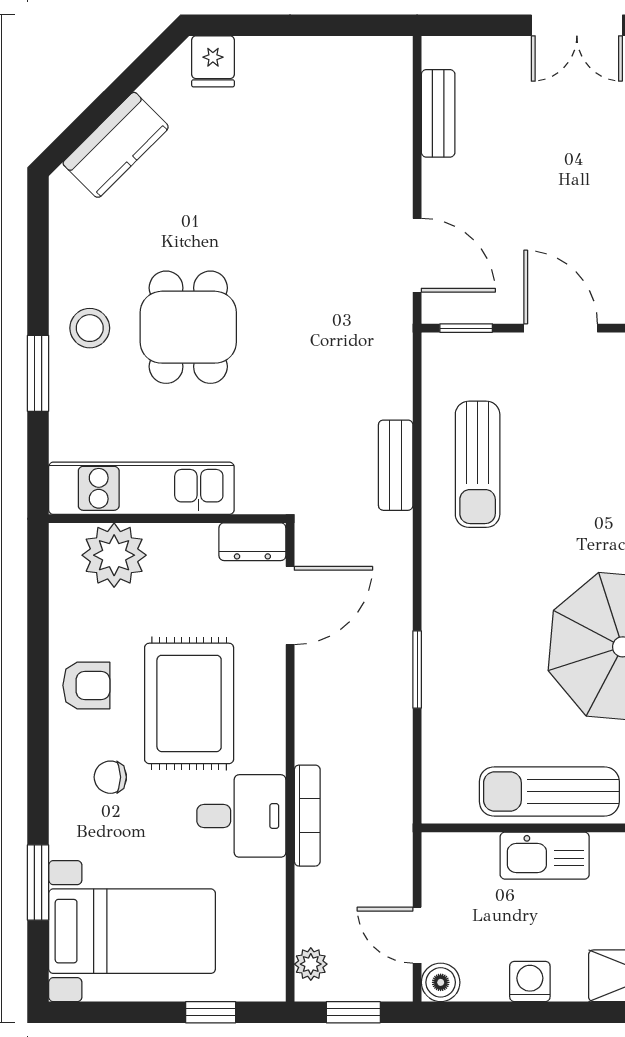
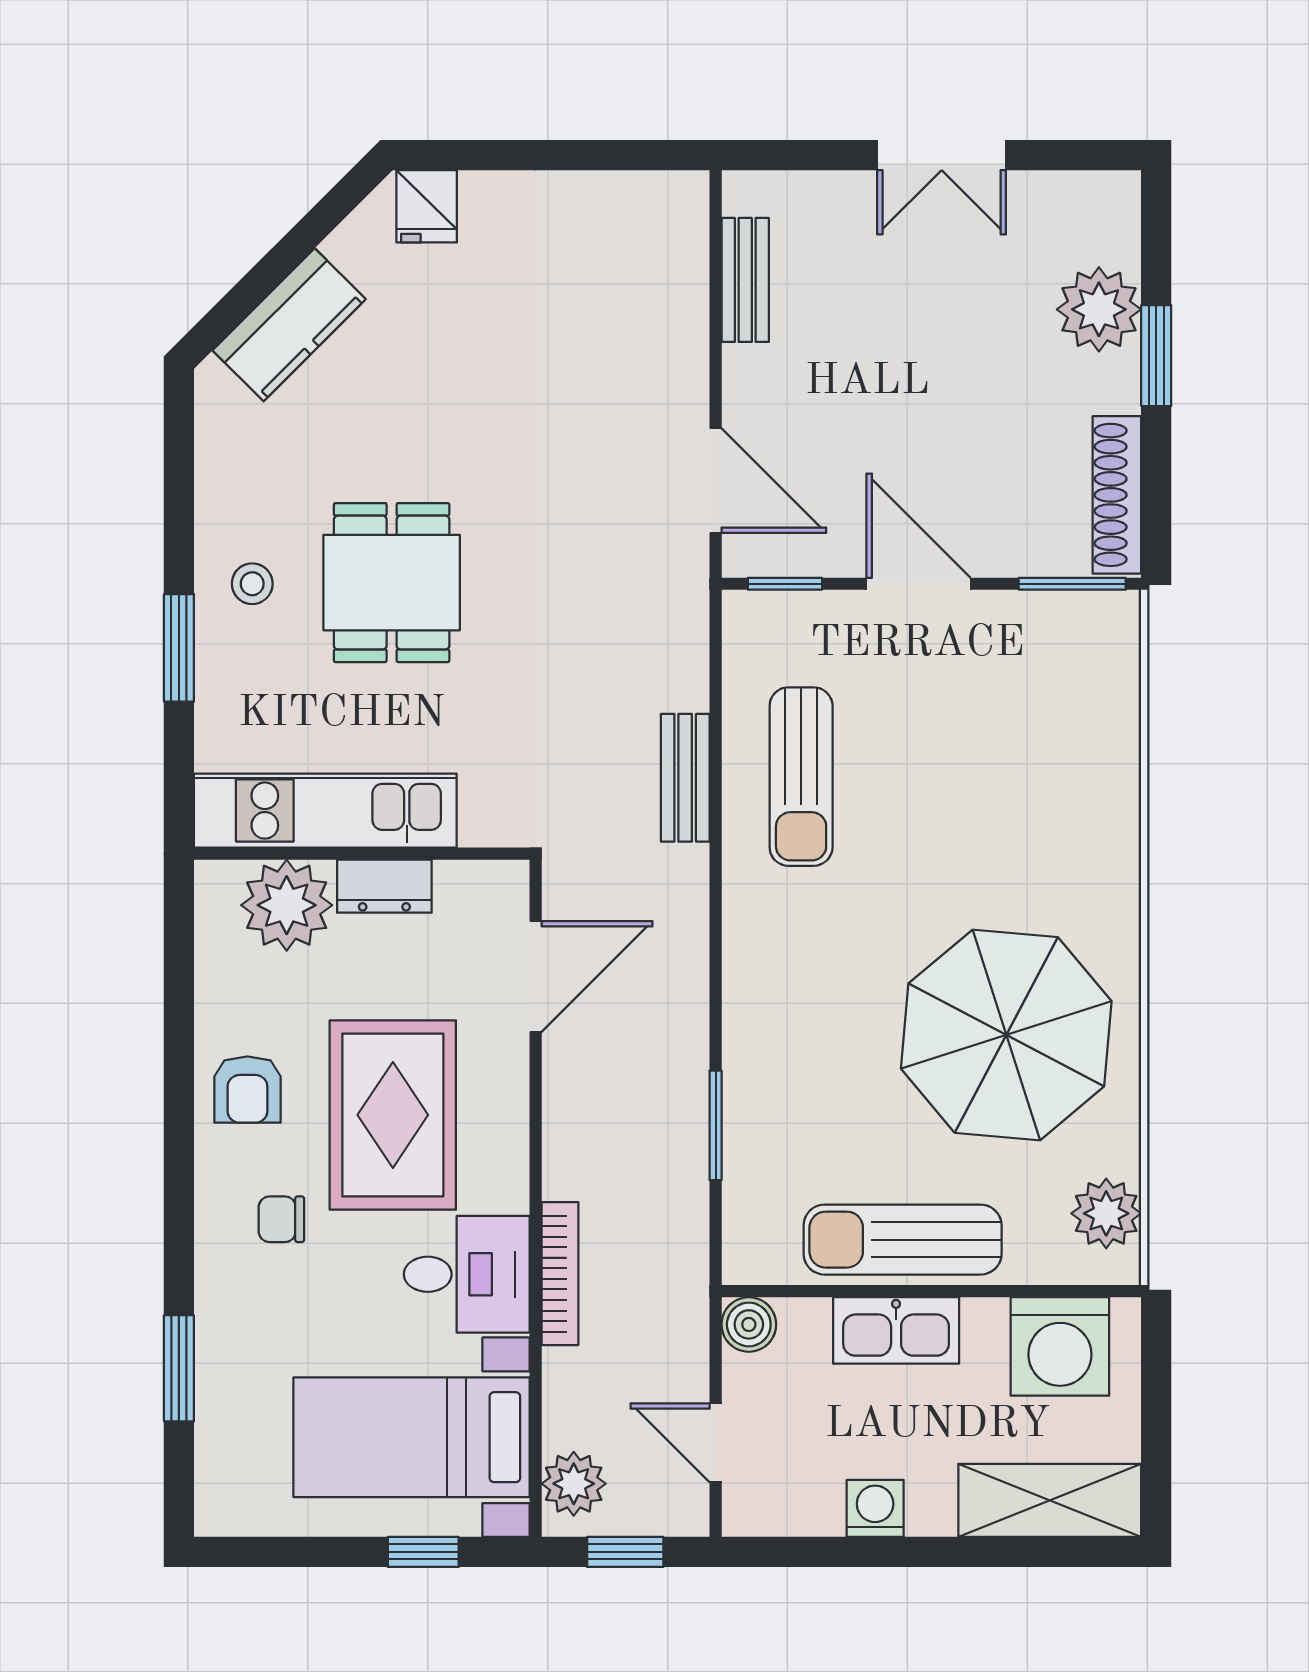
stool: (90, 328) -> (252, 584), width x0.73, depth x0.73
dresser: (252, 542) -> (384, 886), moved
window: (417, 669) -> (716, 1125), moved
armchair: (86, 685) -> (247, 1090), turned 90
bed with nightstands: (132, 931) -> (412, 1437), moved, turned 180
plant: (311, 964) -> (574, 1484), width x1.38, depth x1.38
boiler: (441, 982) -> (749, 1324), moved

